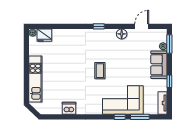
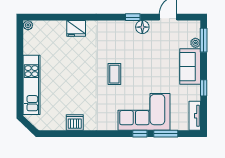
window: (99, 26) -> (133, 17), moved
fridge: (44, 35) -> (76, 28), moved

